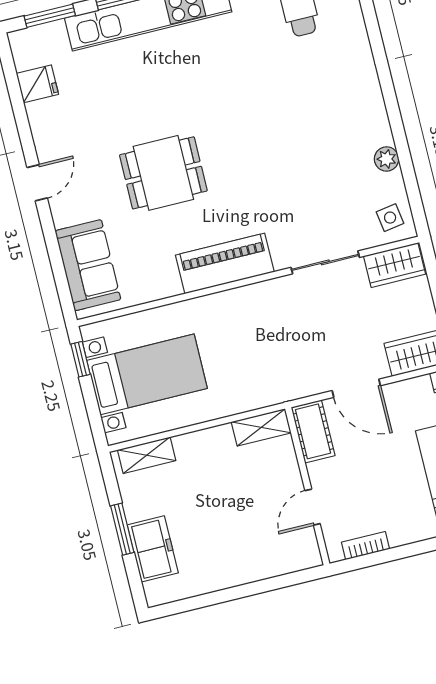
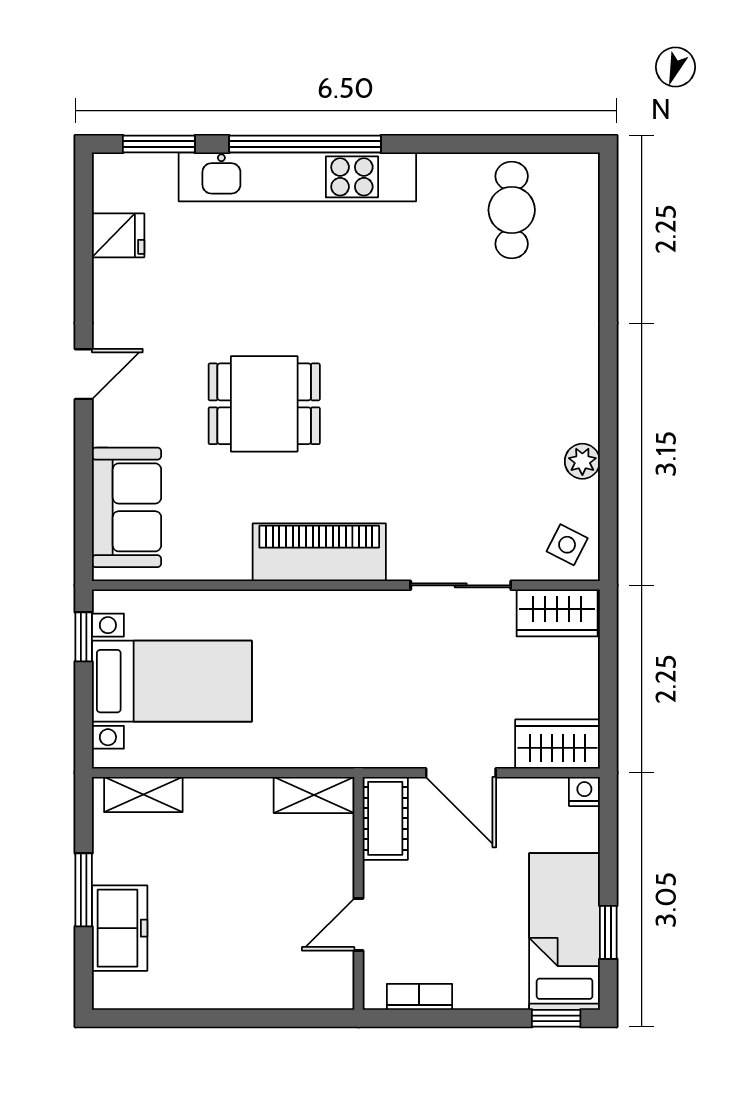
side table: (390, 218) -> (567, 545), turned 36

